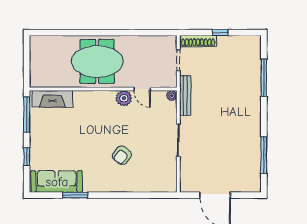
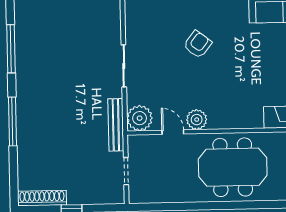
shoe rack: (198, 41) -> (42, 198), moved
window: (264, 78) -> (12, 121), moved
plant: (172, 96) -> (140, 118), width x1.88, depth x1.88

